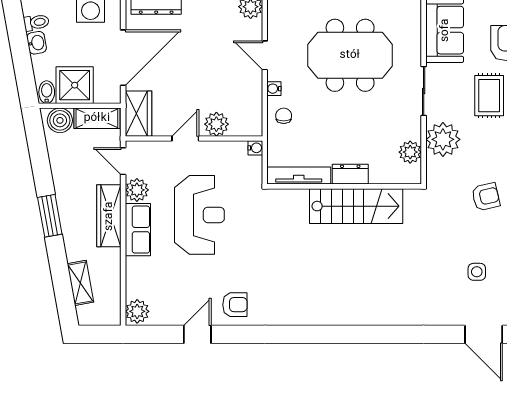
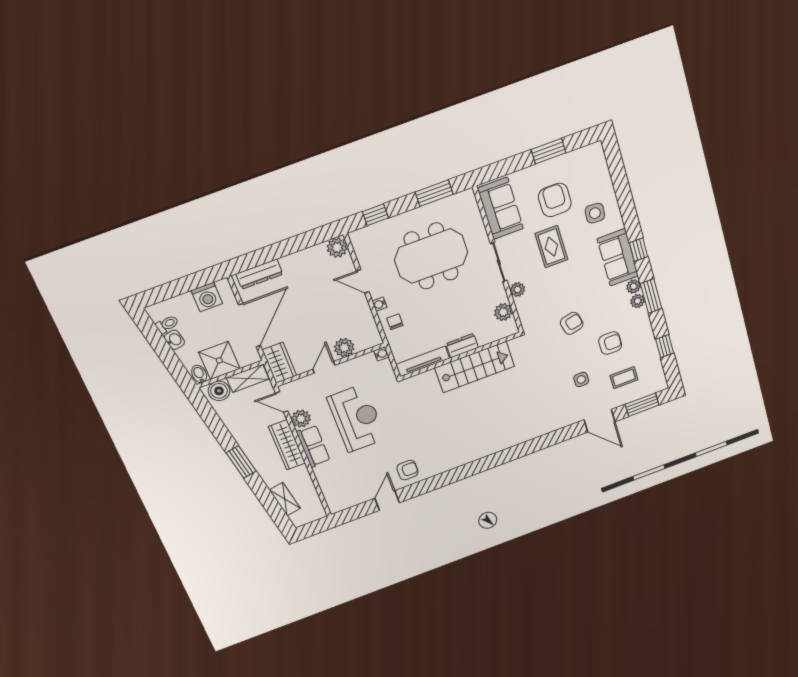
plant: (443, 139) -> (518, 290), width x0.53, depth x0.53
plant: (137, 311) -> (336, 502), removed

